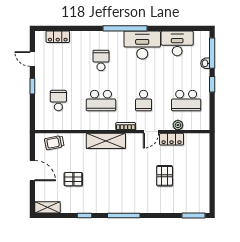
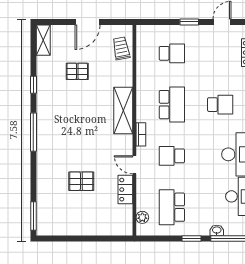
school desk: (101, 101) -> (172, 105), turned 180
plant: (178, 125) -> (142, 217), moved
pallet: (73, 179) -> (77, 71), turned 90

